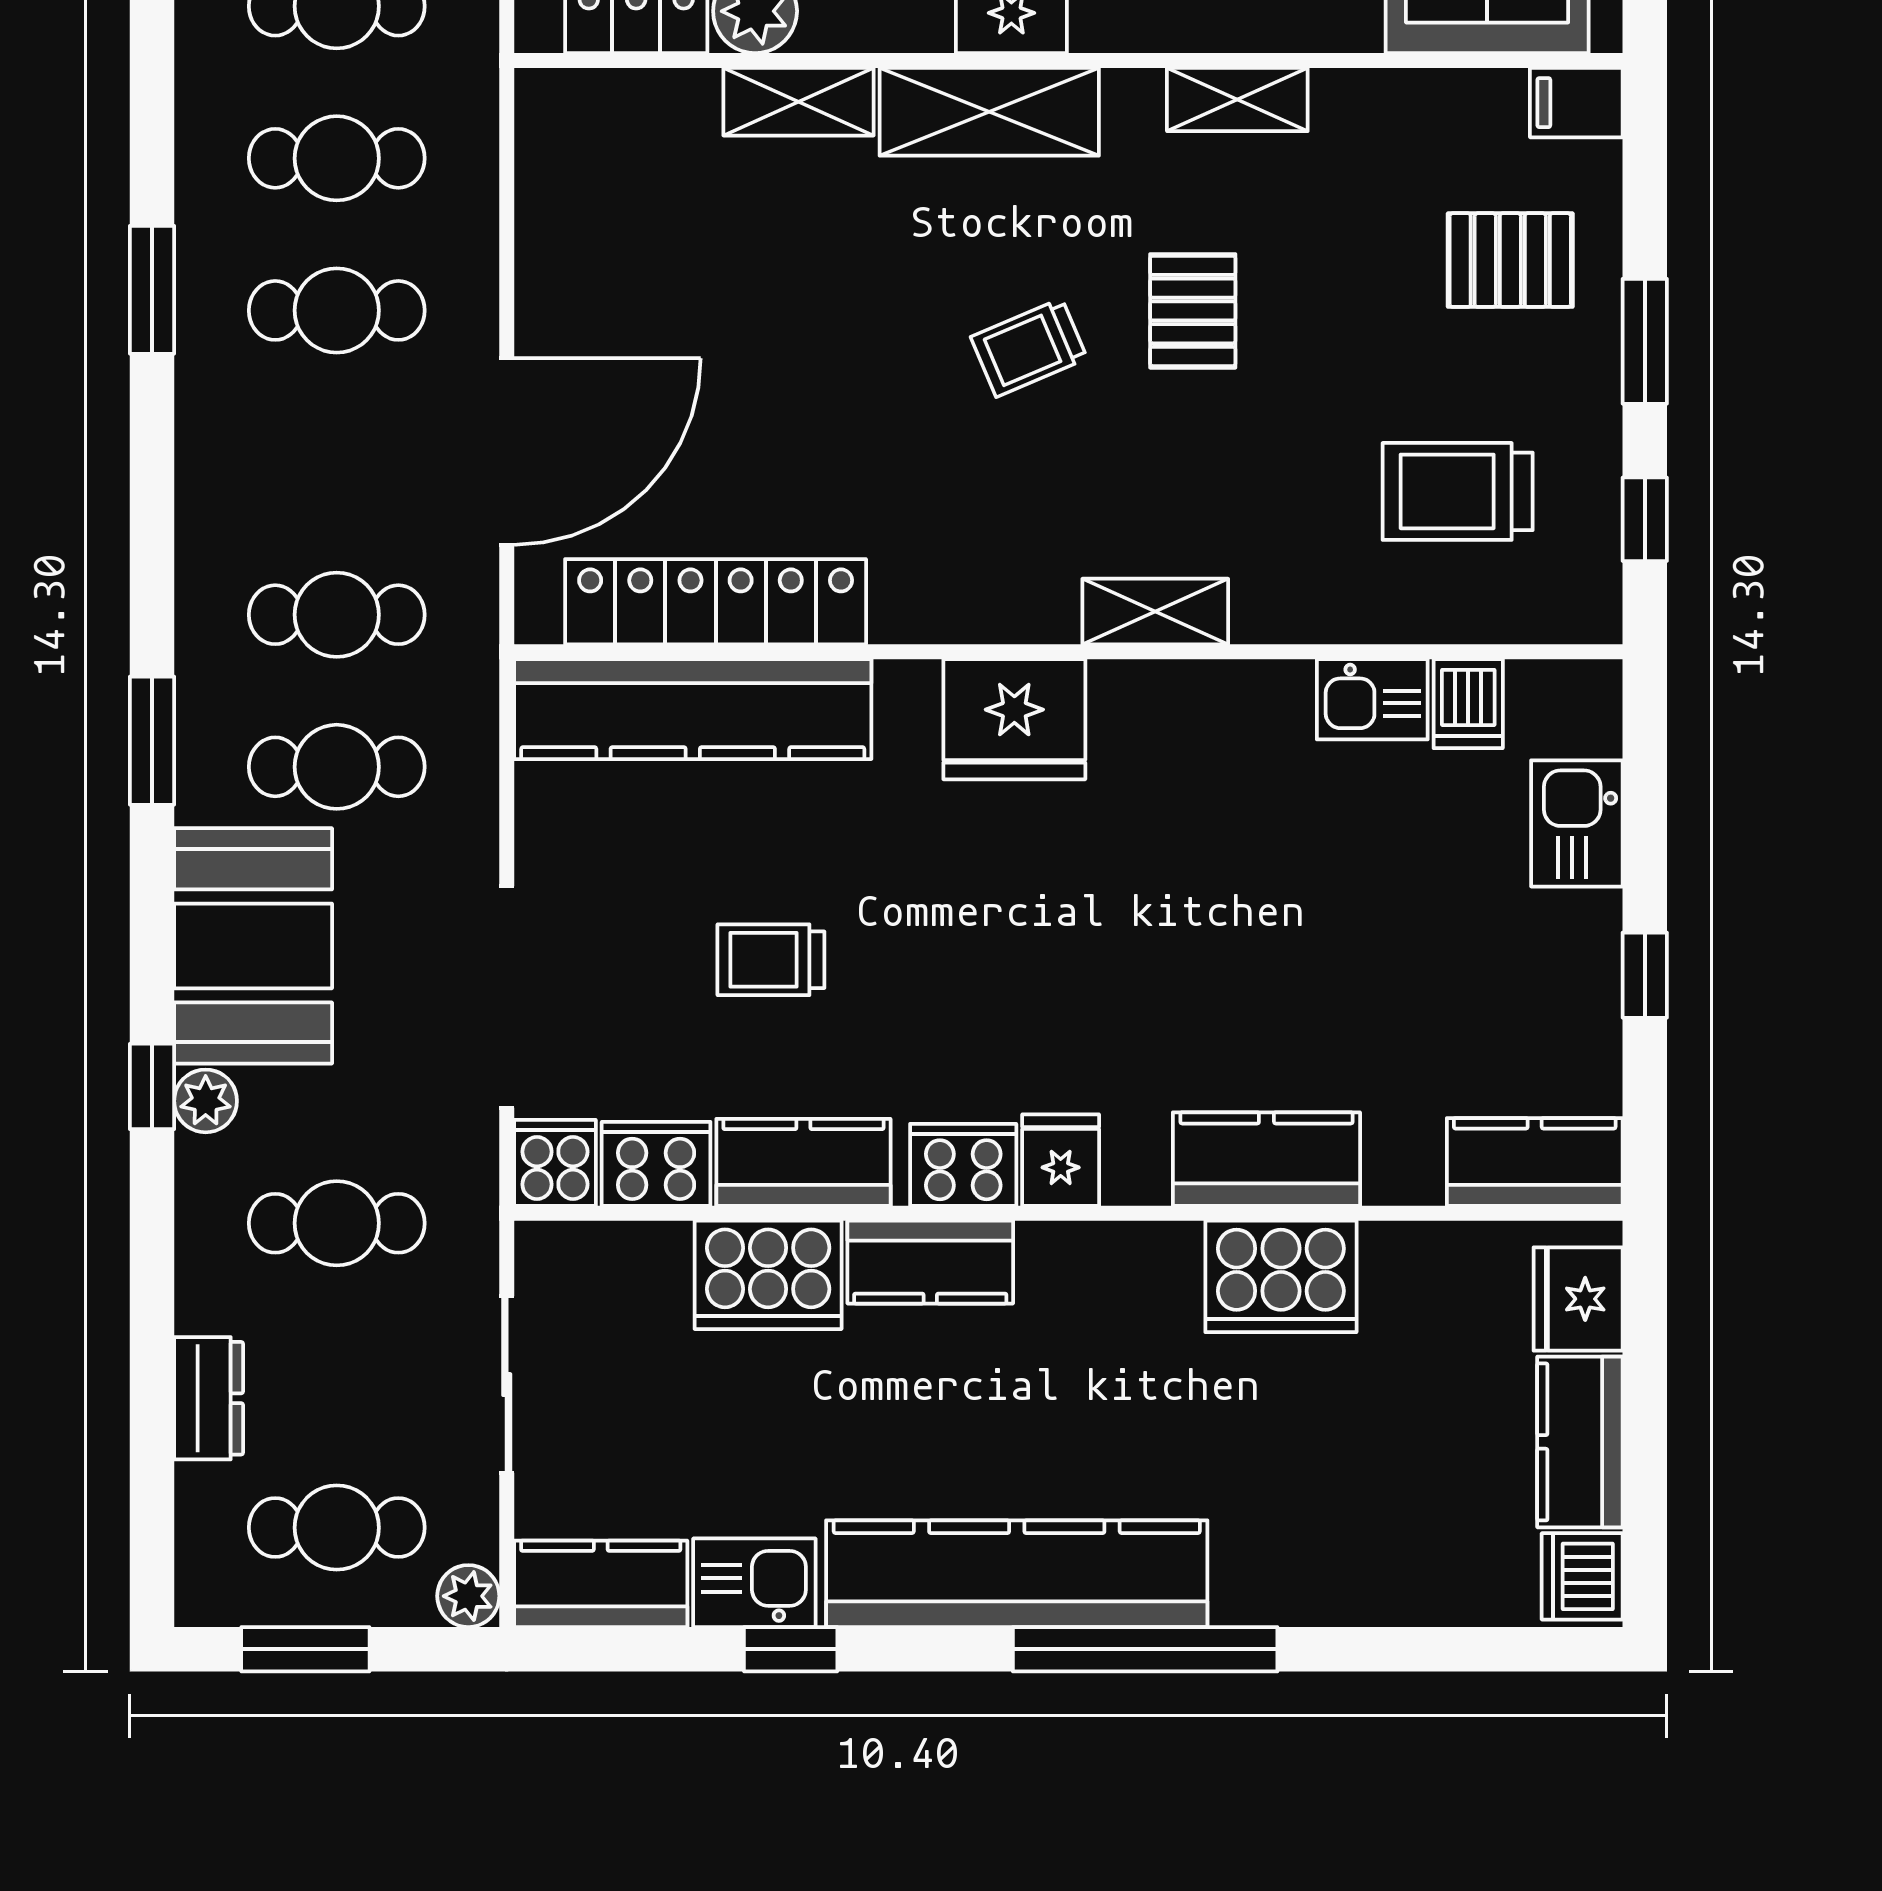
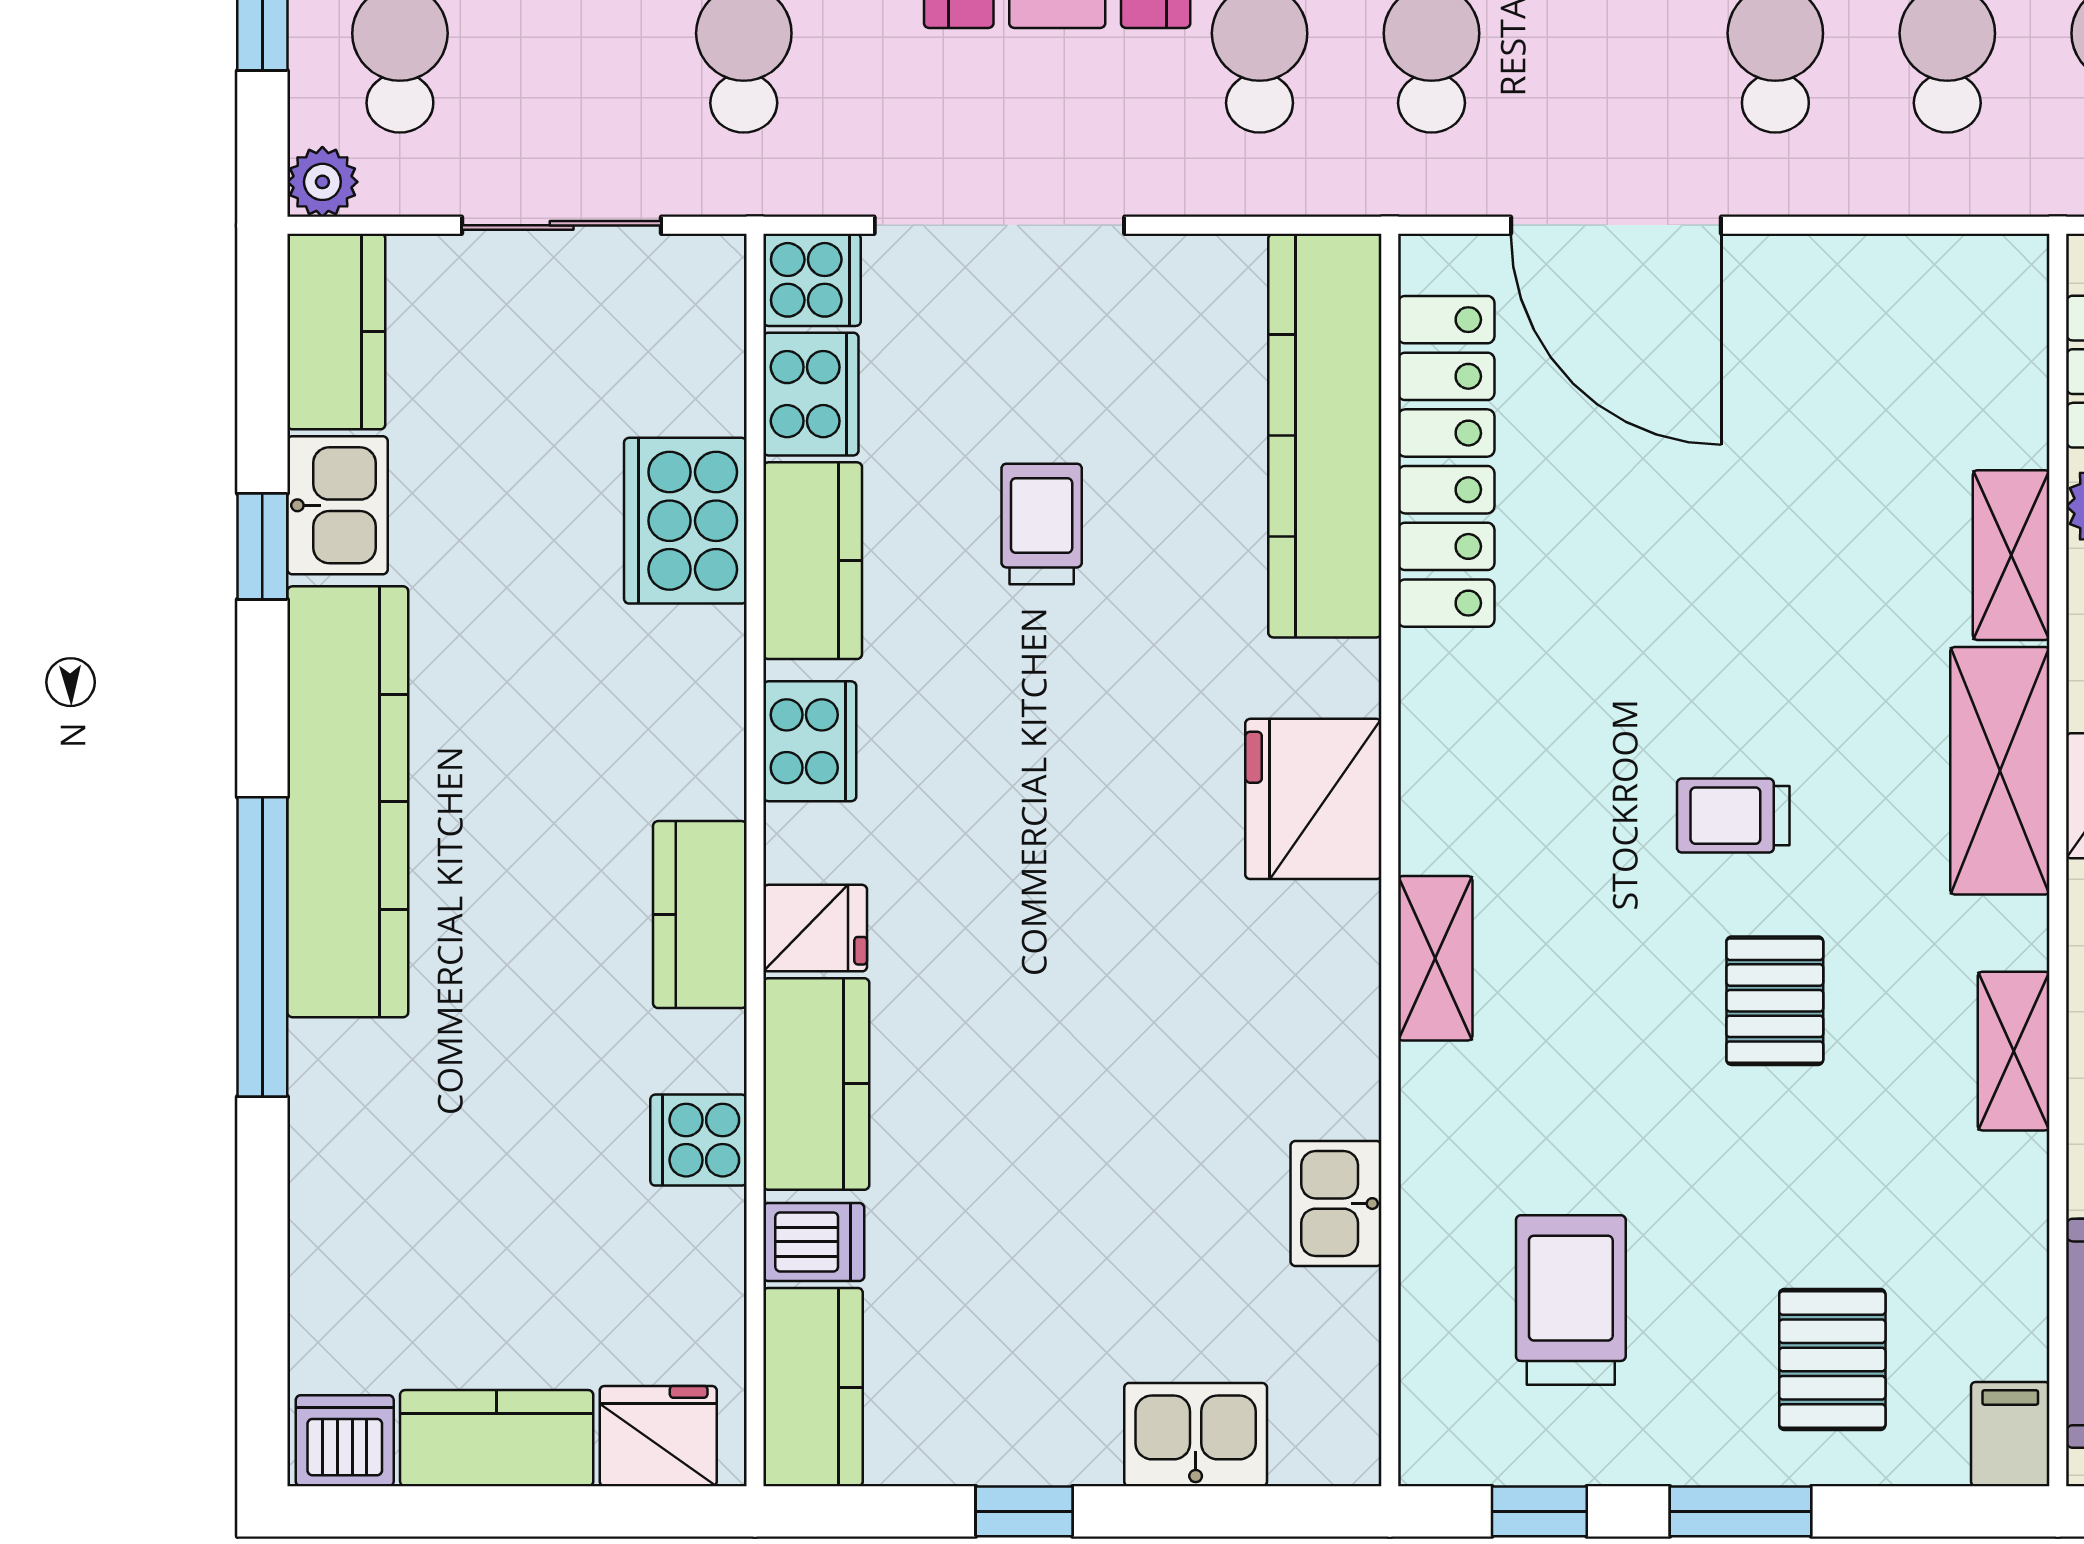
pallet: (1193, 311) -> (1775, 1001), turned 90
trolley: (1029, 348) -> (1733, 816), turned -67
dishwasher: (1468, 704) -> (814, 1242), moved, turned 180
fridge: (1061, 1160) -> (815, 928), moved
kitchen counter: (930, 1262) -> (700, 915), moved
cooker: (1281, 1276) -> (699, 1140), width x0.53, depth x0.76

